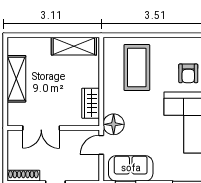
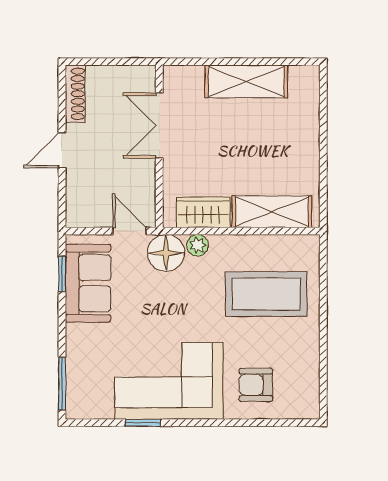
shelving: (74, 46) -> (272, 212), moved, turned 90
plant: (109, 106) -> (197, 245), added

